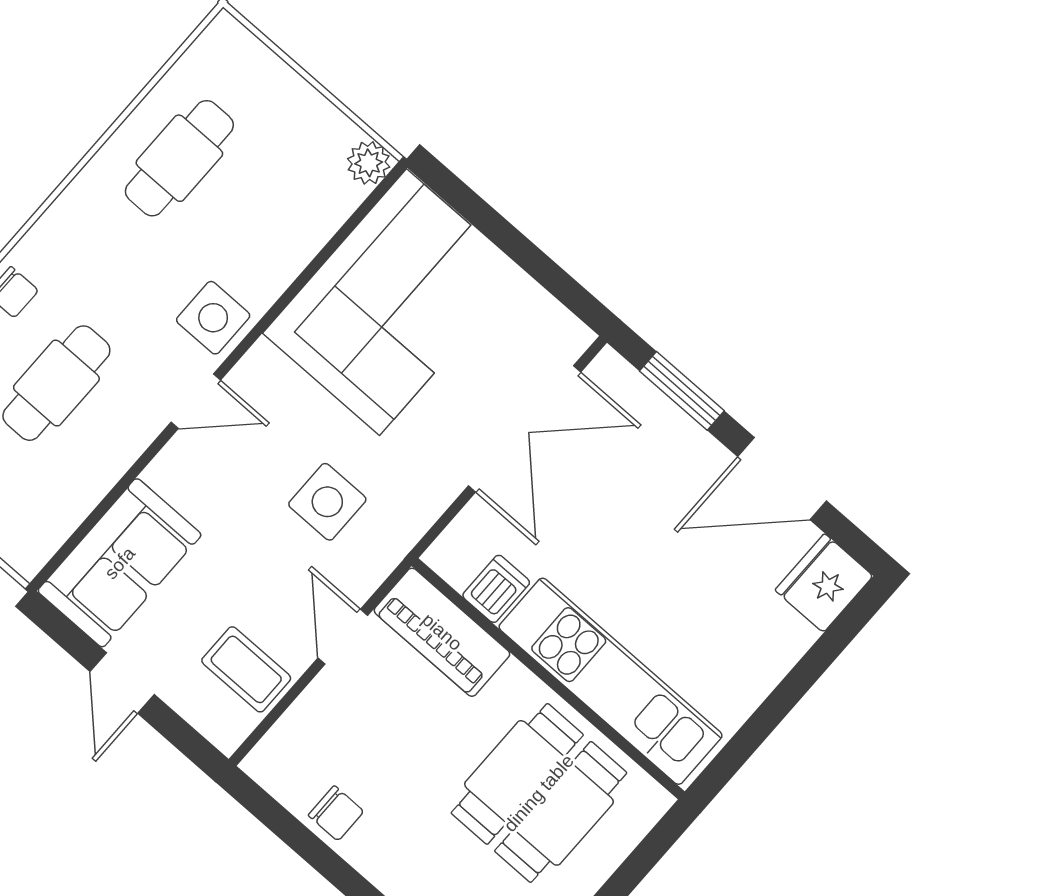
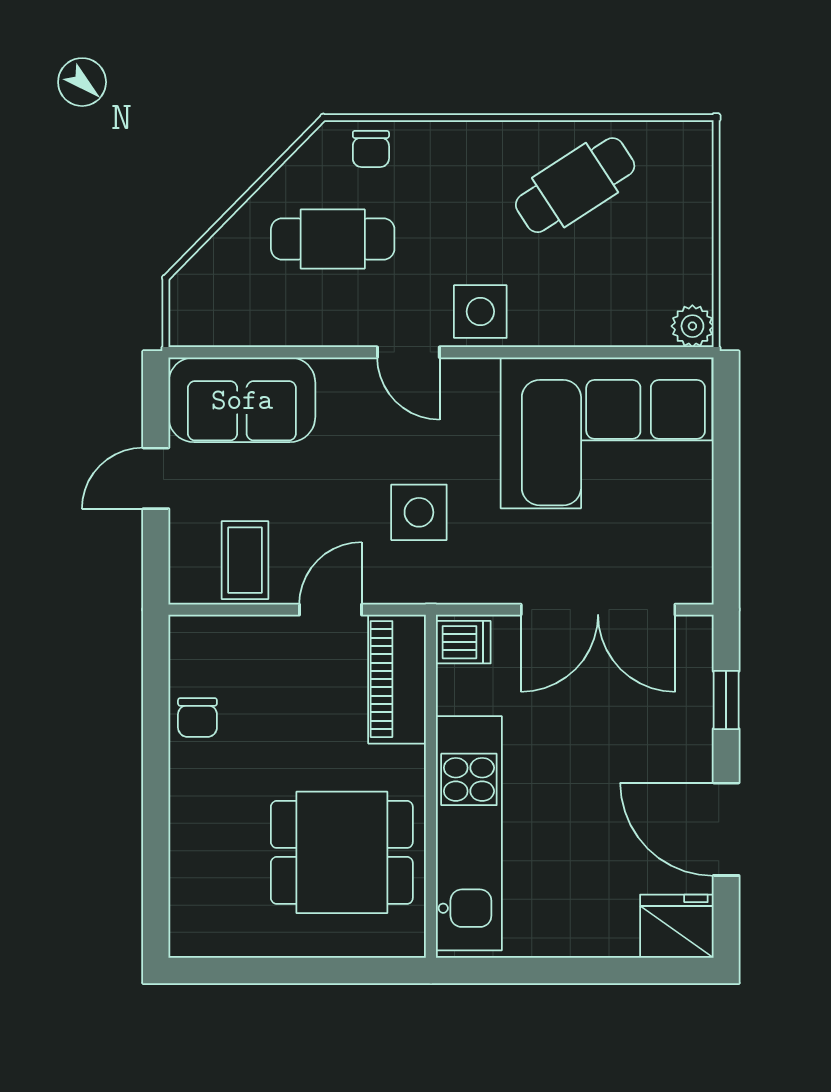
cafe table: (179, 158) -> (575, 185), turned -33
window: (682, 391) -> (726, 700), width x0.67
dishwasher: (496, 589) -> (463, 642), moved

